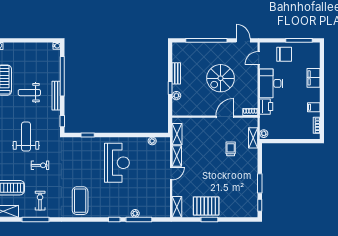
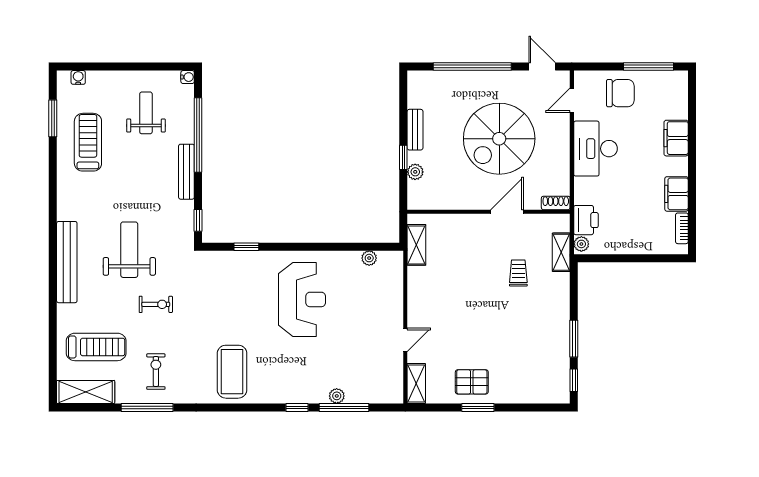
spiral stairs: (221, 78) -> (499, 139), width x1.37, depth x1.37
weight bench: (29, 93) -> (146, 113), moved, turned 90
printer: (266, 107) -> (586, 220), moved
filing cabinet: (314, 107) -> (676, 194), width x2.00
shelving: (177, 156) -> (416, 287), removed
door: (171, 173) -> (405, 340), moved
pallet: (206, 206) -> (472, 382), width x0.67, depth x0.71

